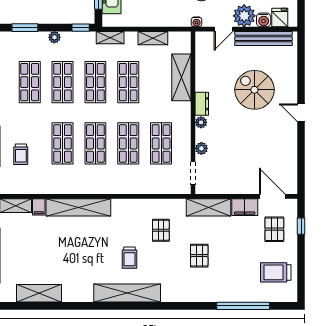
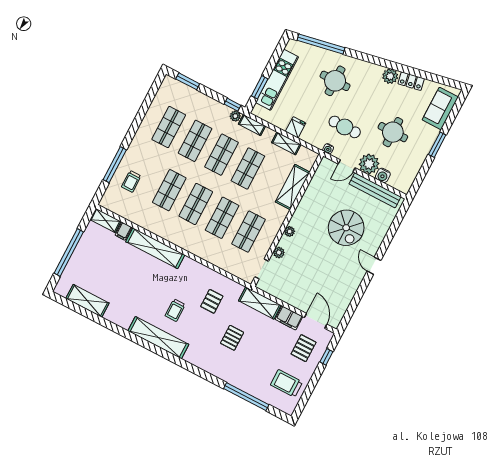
fridge: (280, 18) -> (296, 127), moved
plant: (54, 37) -> (235, 116), moved
spiral stairs: (254, 90) -> (346, 228), turned 180
dresser: (202, 104) -> (298, 217), removed

